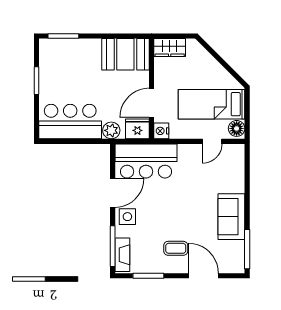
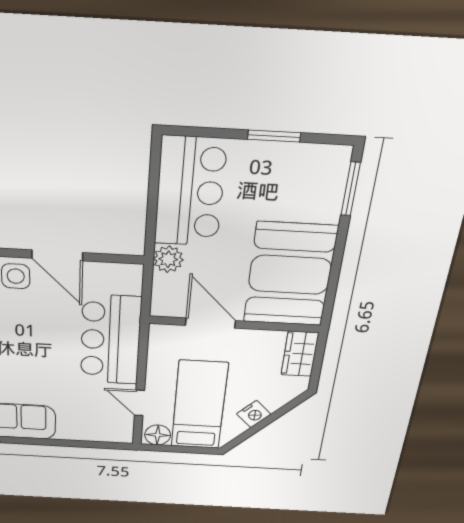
booth: (125, 54) -> (290, 275), width x1.36, depth x1.42
fridge: (137, 129) -> (168, 300), removed
nightstand: (161, 131) -> (254, 414), moved, turned 135
bar counter: (146, 161) -> (111, 340), moved

